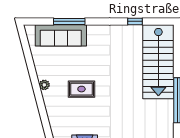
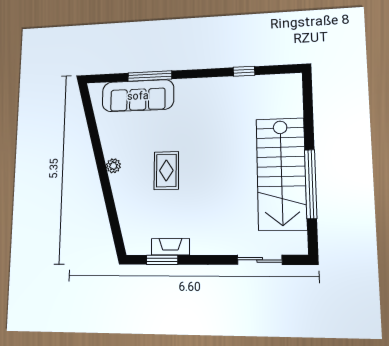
stairs: (158, 62) -> (281, 174), moved
rug: (81, 89) -> (166, 171), turned 90

